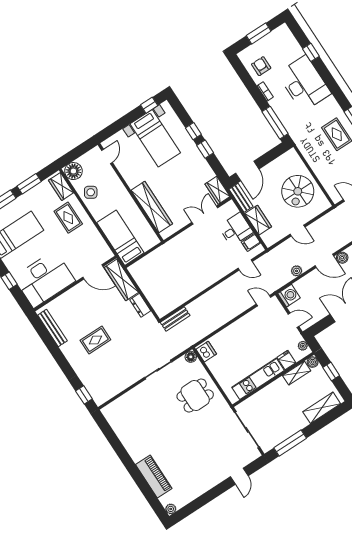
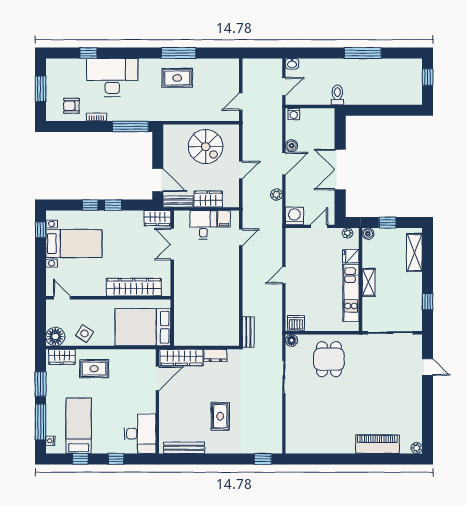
bed: (120, 238) -> (143, 327), width x1.50
desk: (44, 279) -> (140, 434), width x0.73, depth x0.77
door: (264, 301) -> (284, 275), moved
shelving: (297, 373) -> (369, 282), moved
window: (290, 443) -> (428, 302), width x0.46

